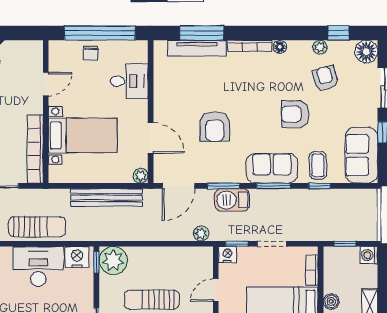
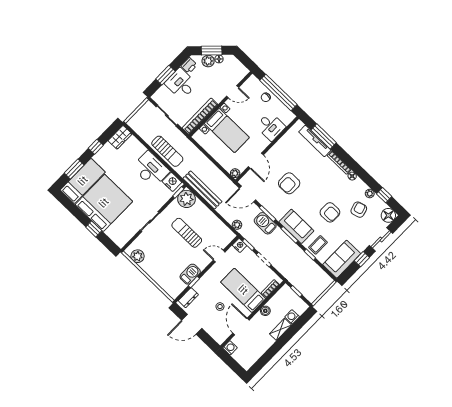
armchair: (295, 114) -> (330, 212), turned 180
bench: (107, 197) -> (202, 190), moved
washing machine: (369, 255) -> (292, 317), moved

